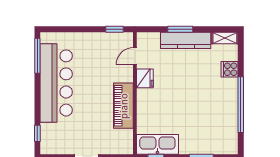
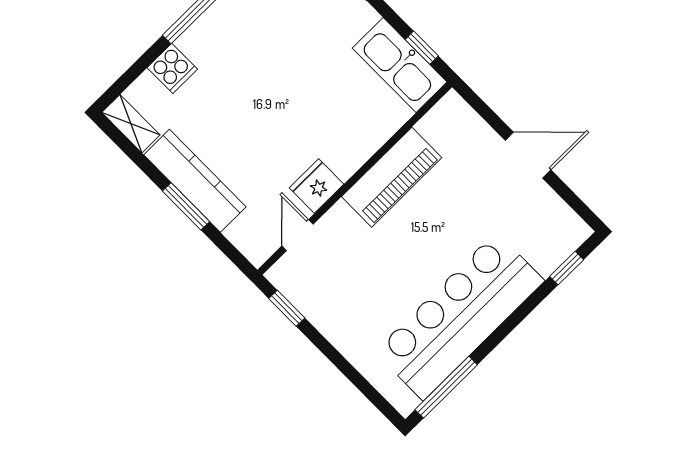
door: (135, 56) -> (297, 235), swing flipped

